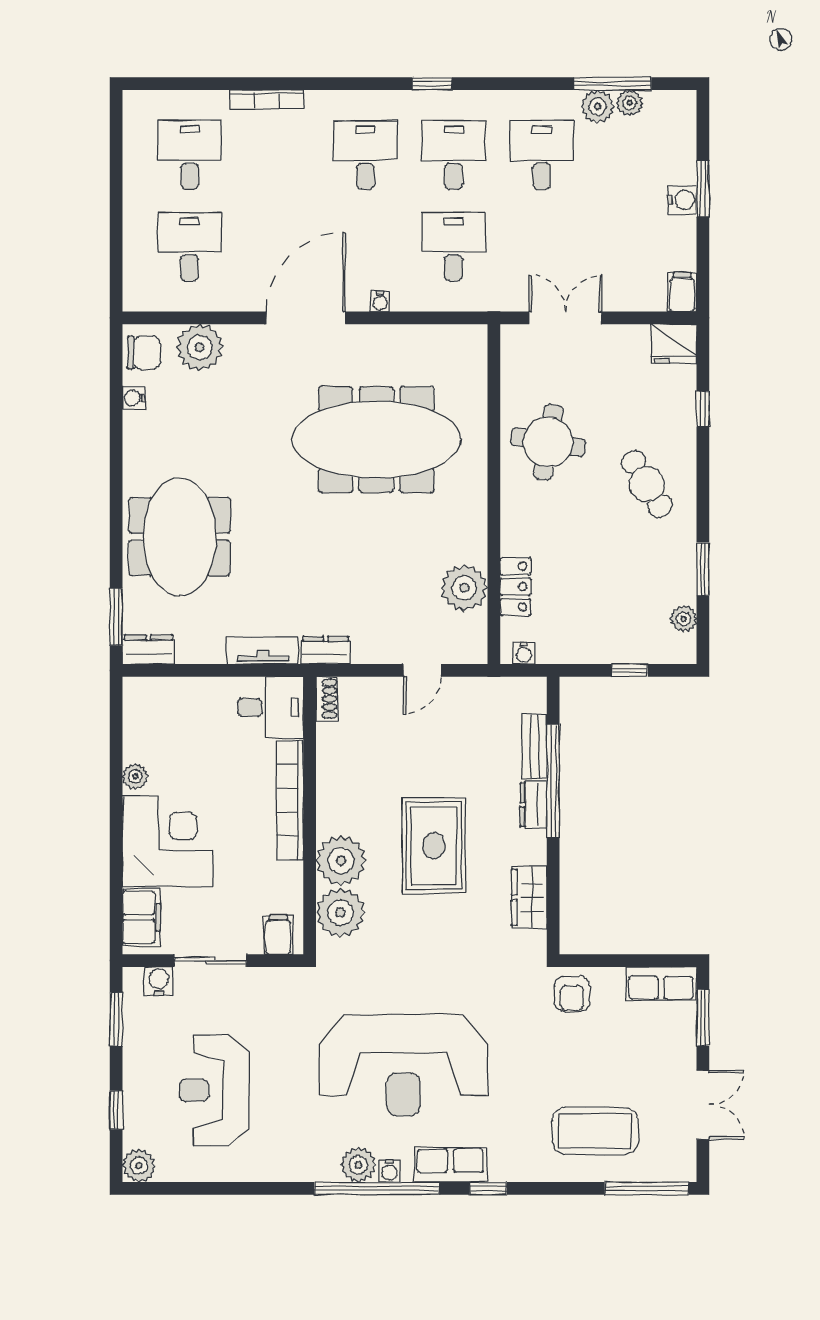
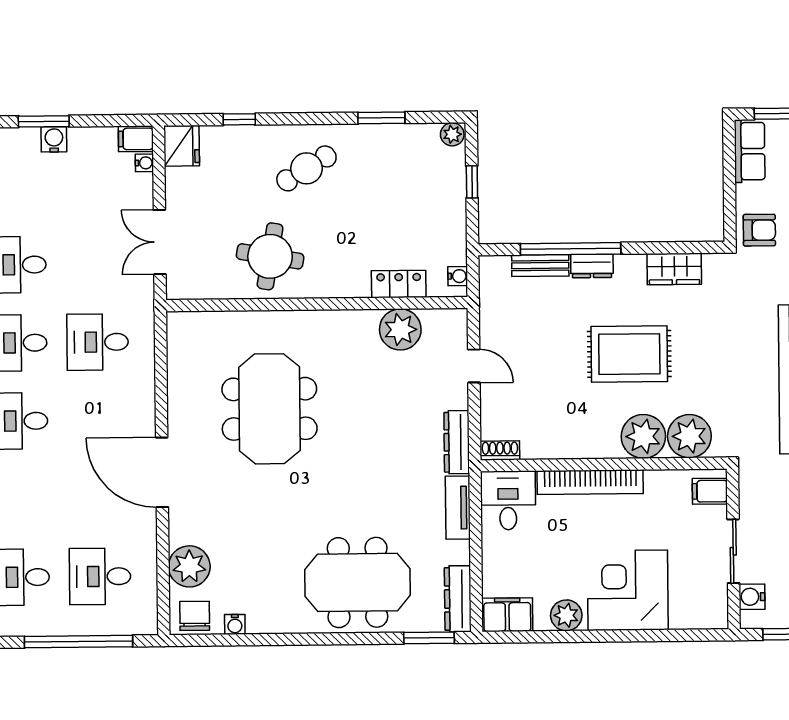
window: (116, 222) -> (78, 642), added
water cooler: (380, 301) -> (144, 163), moved
meeting table: (376, 440) -> (269, 409), width x0.73
plant: (683, 619) -> (452, 134), moved
dresser: (149, 650) -> (458, 599), width x1.44
dresser: (326, 650) -> (457, 442), width x1.44
plant: (135, 776) -> (566, 615), width x1.38, depth x1.38
filing cabinet: (141, 917) -> (507, 615), moved

